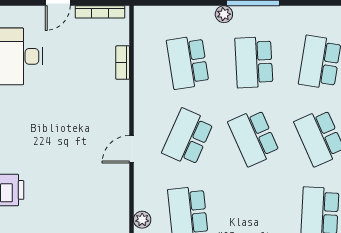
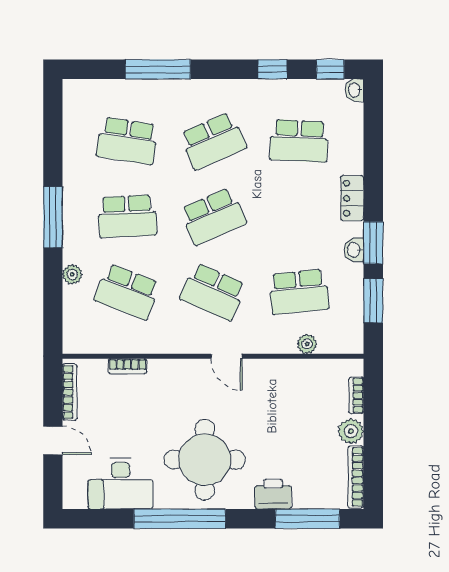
plant: (224, 14) -> (72, 274), moved
school desk: (188, 62) -> (127, 292), turned 30
round table: (41, 130) -> (205, 460), added

